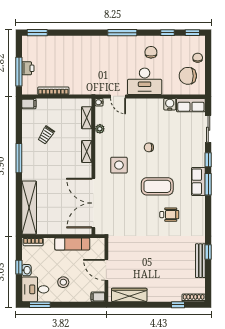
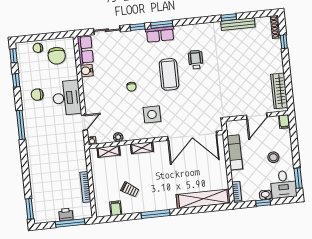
filing cabinet: (29, 104) -> (116, 208), moved

